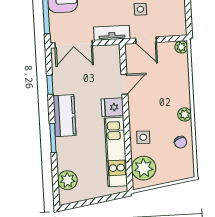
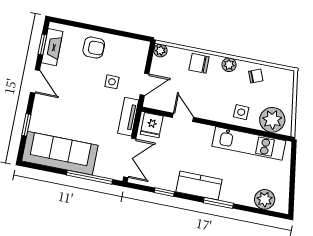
chair: (179, 86) -> (199, 63), added
fridge: (112, 107) -> (152, 125), moved

